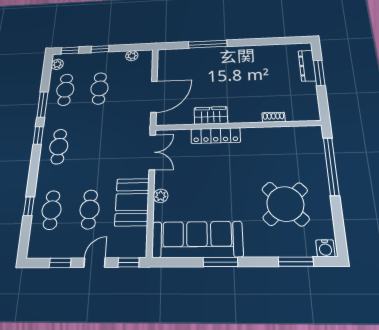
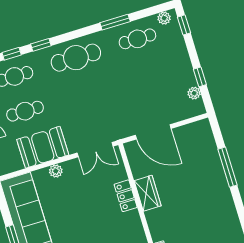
window: (100, 49) -> (200, 77), moved
cafe table: (99, 88) -> (148, 74), removed
window: (38, 135) -> (41, 45), moved
locker: (216, 136) -> (126, 196), width x0.66
cafe table: (59, 147) -> (76, 58), width x1.37, depth x1.35

